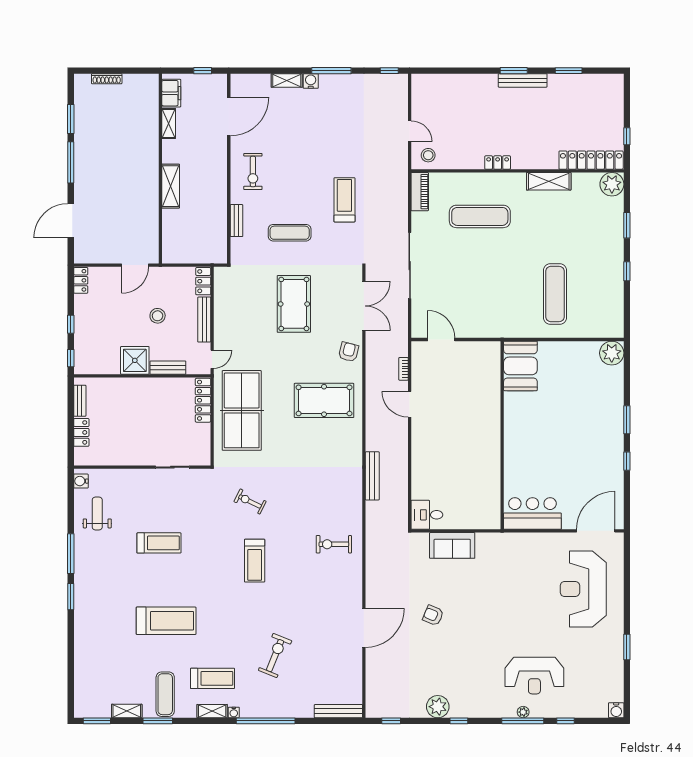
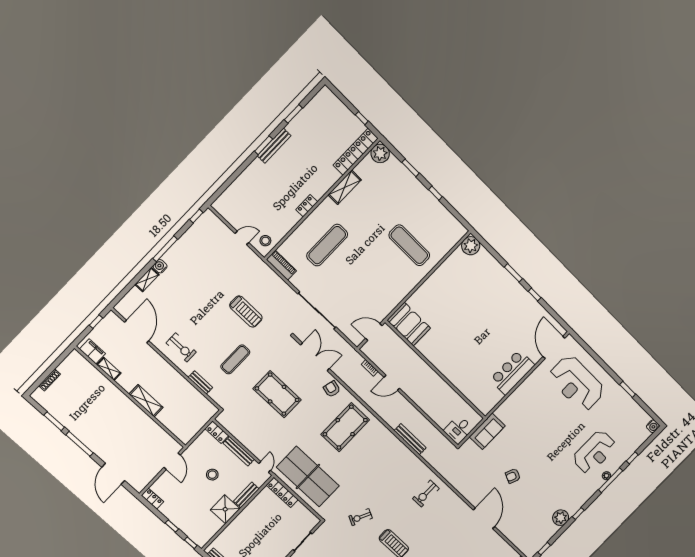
treadmill: (344, 200) -> (246, 312), turned 180
booth: (520, 366) -> (409, 324), moved
wall: (502, 435) -> (436, 370), moved

